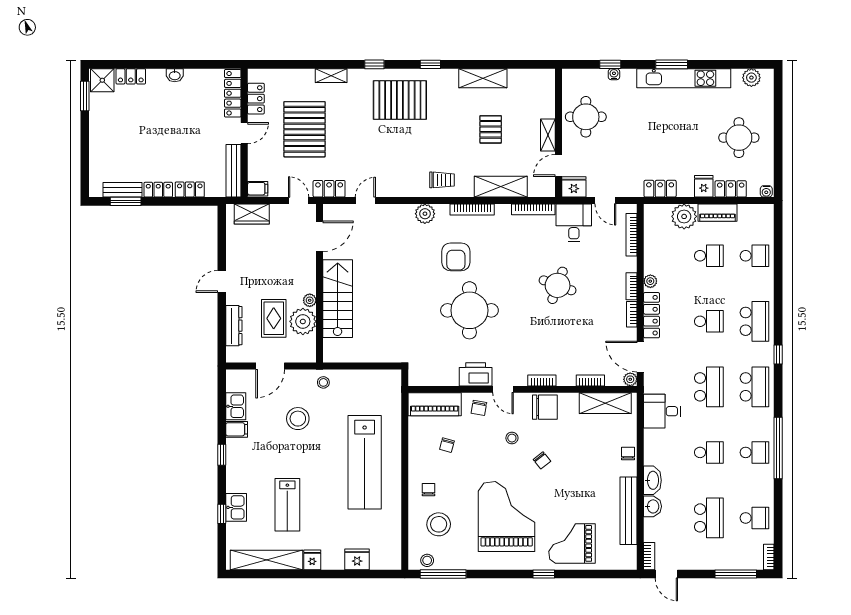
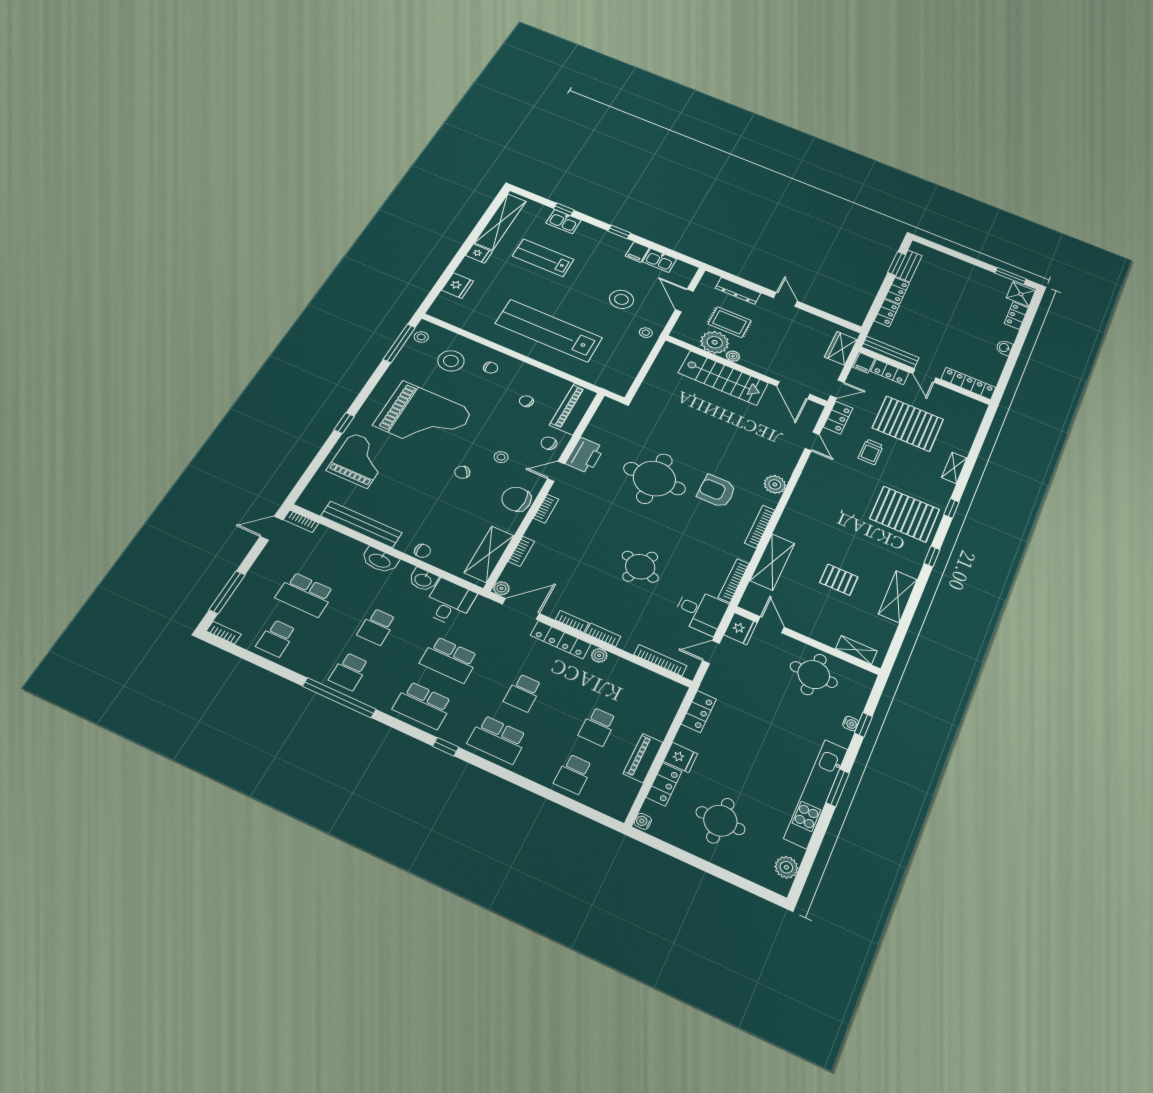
locker: (256, 99) -> (890, 372), moved
pallet: (400, 100) -> (905, 514), turned 90
shelving: (548, 135) -> (856, 650), moved
trolley: (442, 180) -> (871, 452), moved
plant: (684, 216) -> (655, 722), removed
chair: (545, 407) -> (516, 499), turned 90
washbasin: (653, 506) -> (423, 580), moved

